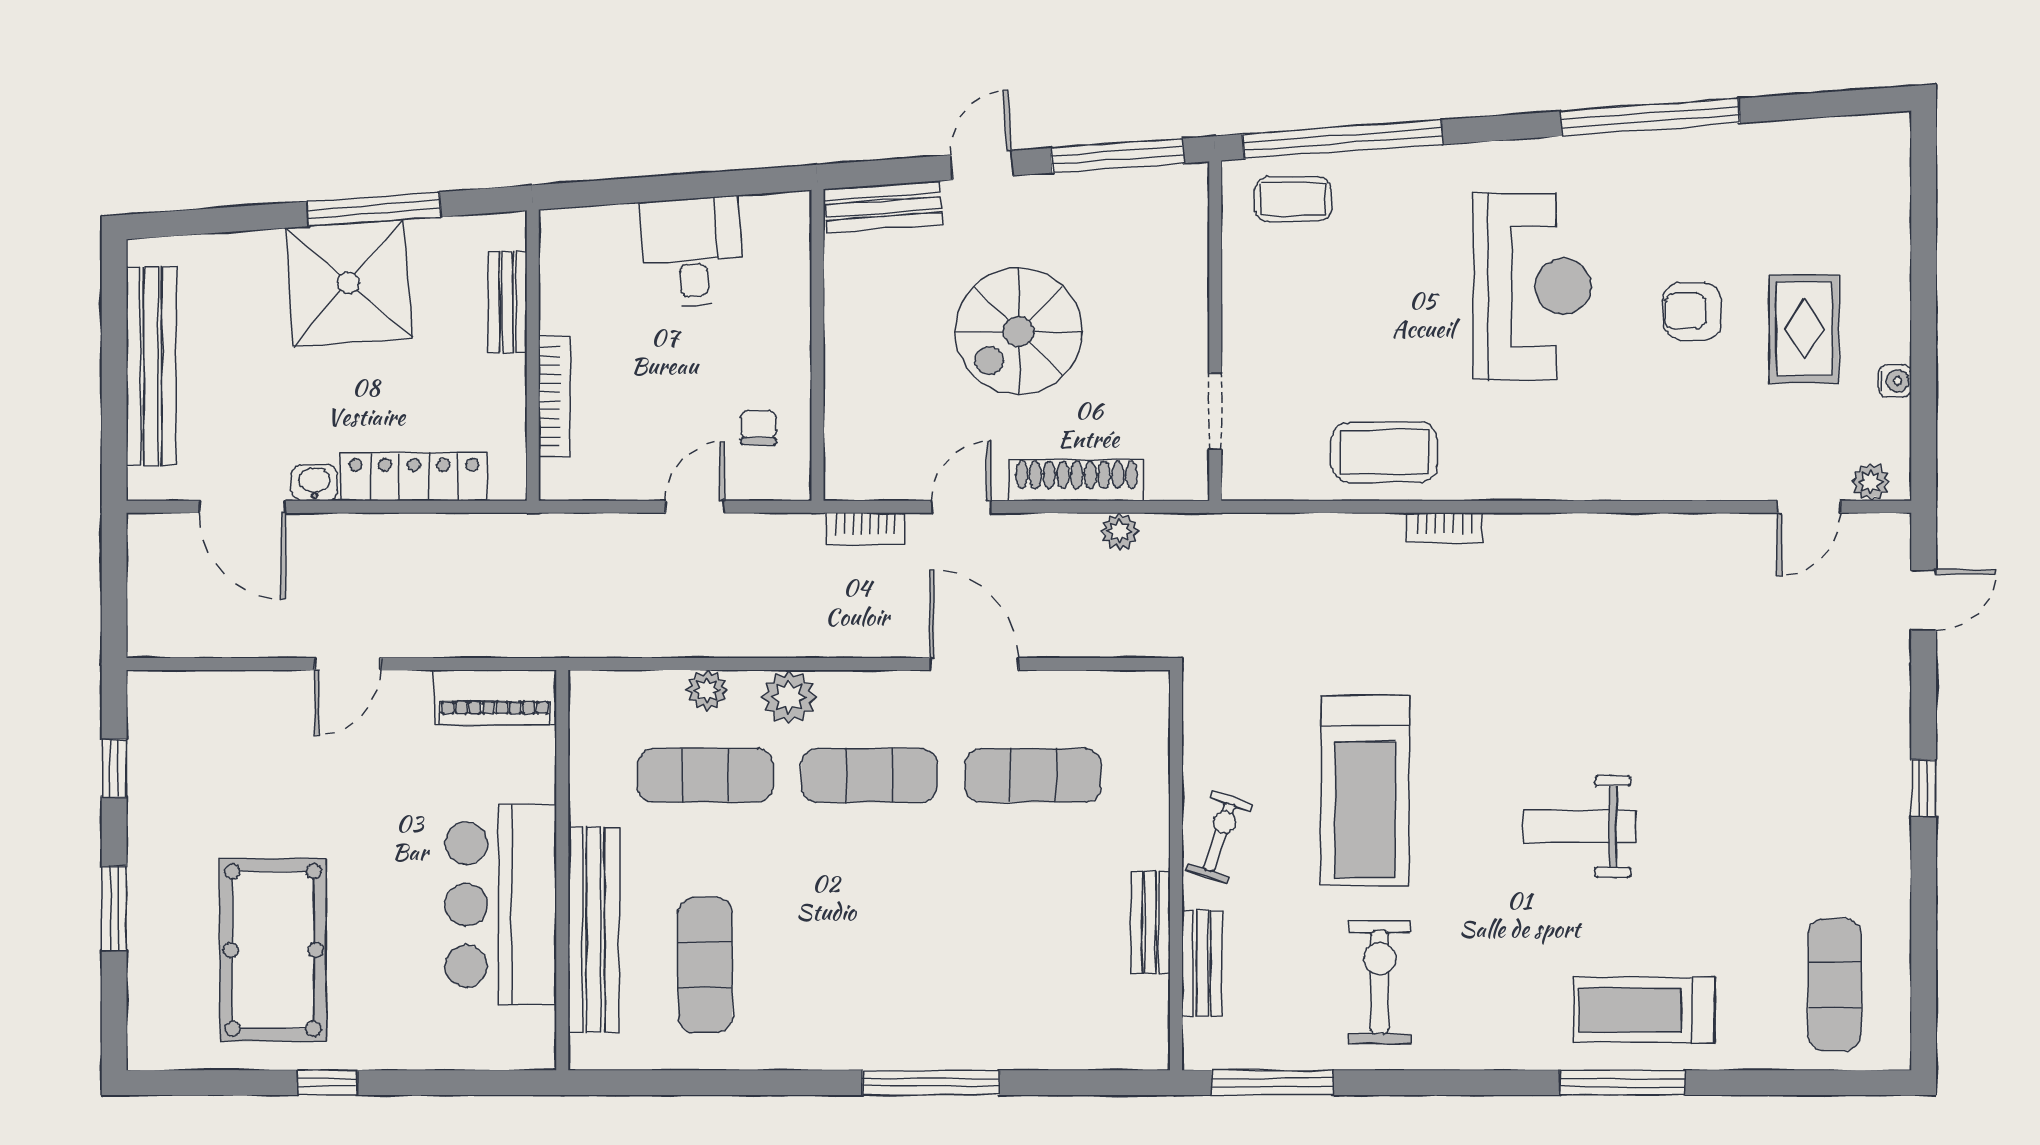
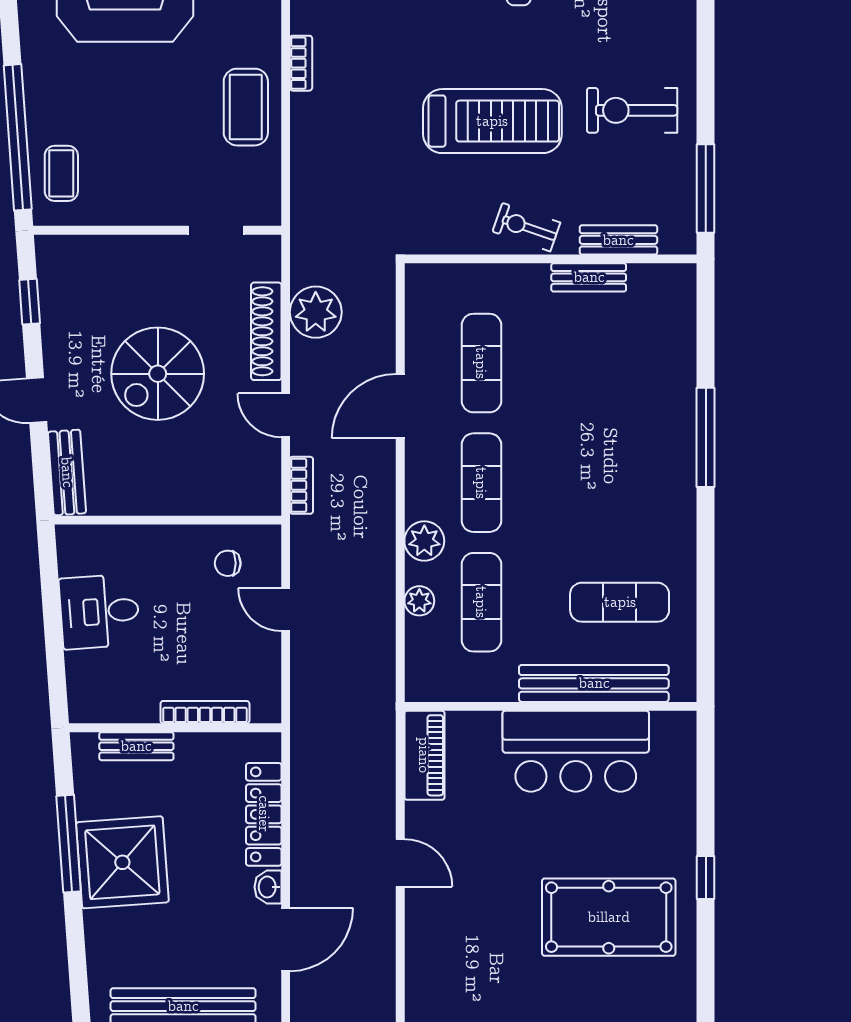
window: (1117, 156) -> (30, 302), width x0.46
spiral stairs: (1018, 331) -> (158, 374), turned 90
plant: (1119, 532) -> (316, 312), width x1.88, depth x1.88

